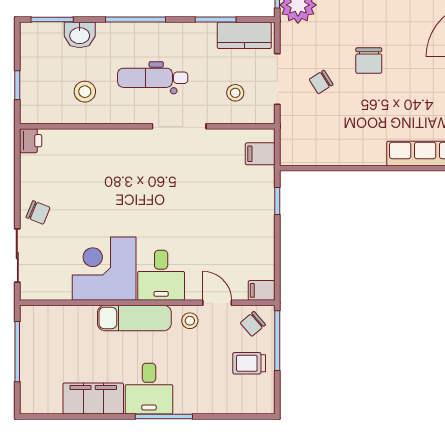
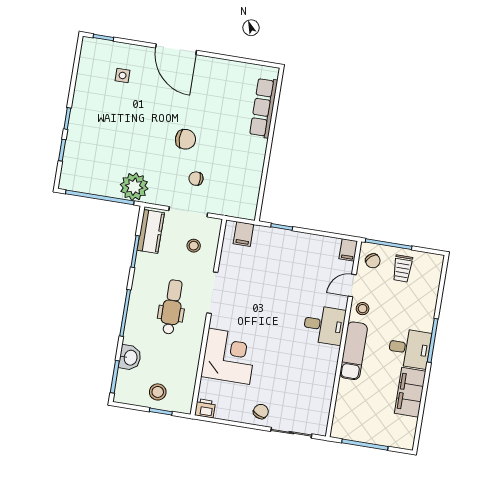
dental chair: (153, 78) -> (172, 307), turned 180
chair: (321, 82) -> (196, 179), turned 122
stool: (85, 92) -> (158, 392), moved
corner desk: (104, 269) -> (229, 356), moved, turned 180

